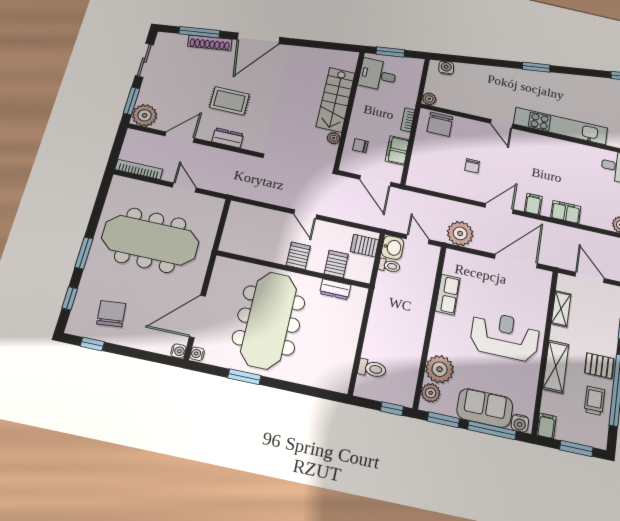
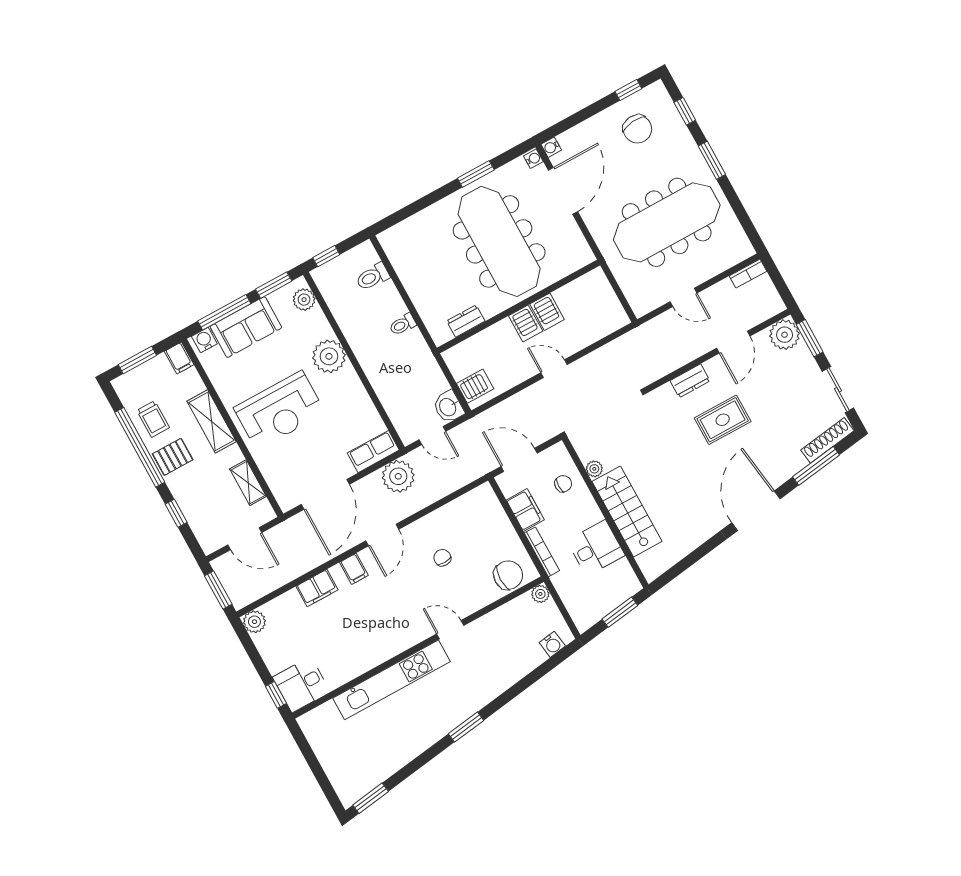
shoe rack: (210, 43) -> (827, 440), moved
desk: (378, 75) -> (596, 548), moved
bookcase: (408, 120) -> (542, 552), width x1.56
chair: (440, 124) -> (508, 575), turned 90
bookcase: (139, 169) -> (748, 274), width x0.64
server rack: (336, 264) -> (547, 312), moved
toilet: (389, 266) -> (403, 325), moved
row of seats: (448, 295) -> (373, 452), moved, turned 90
plant: (440, 369) -> (329, 356), moved

